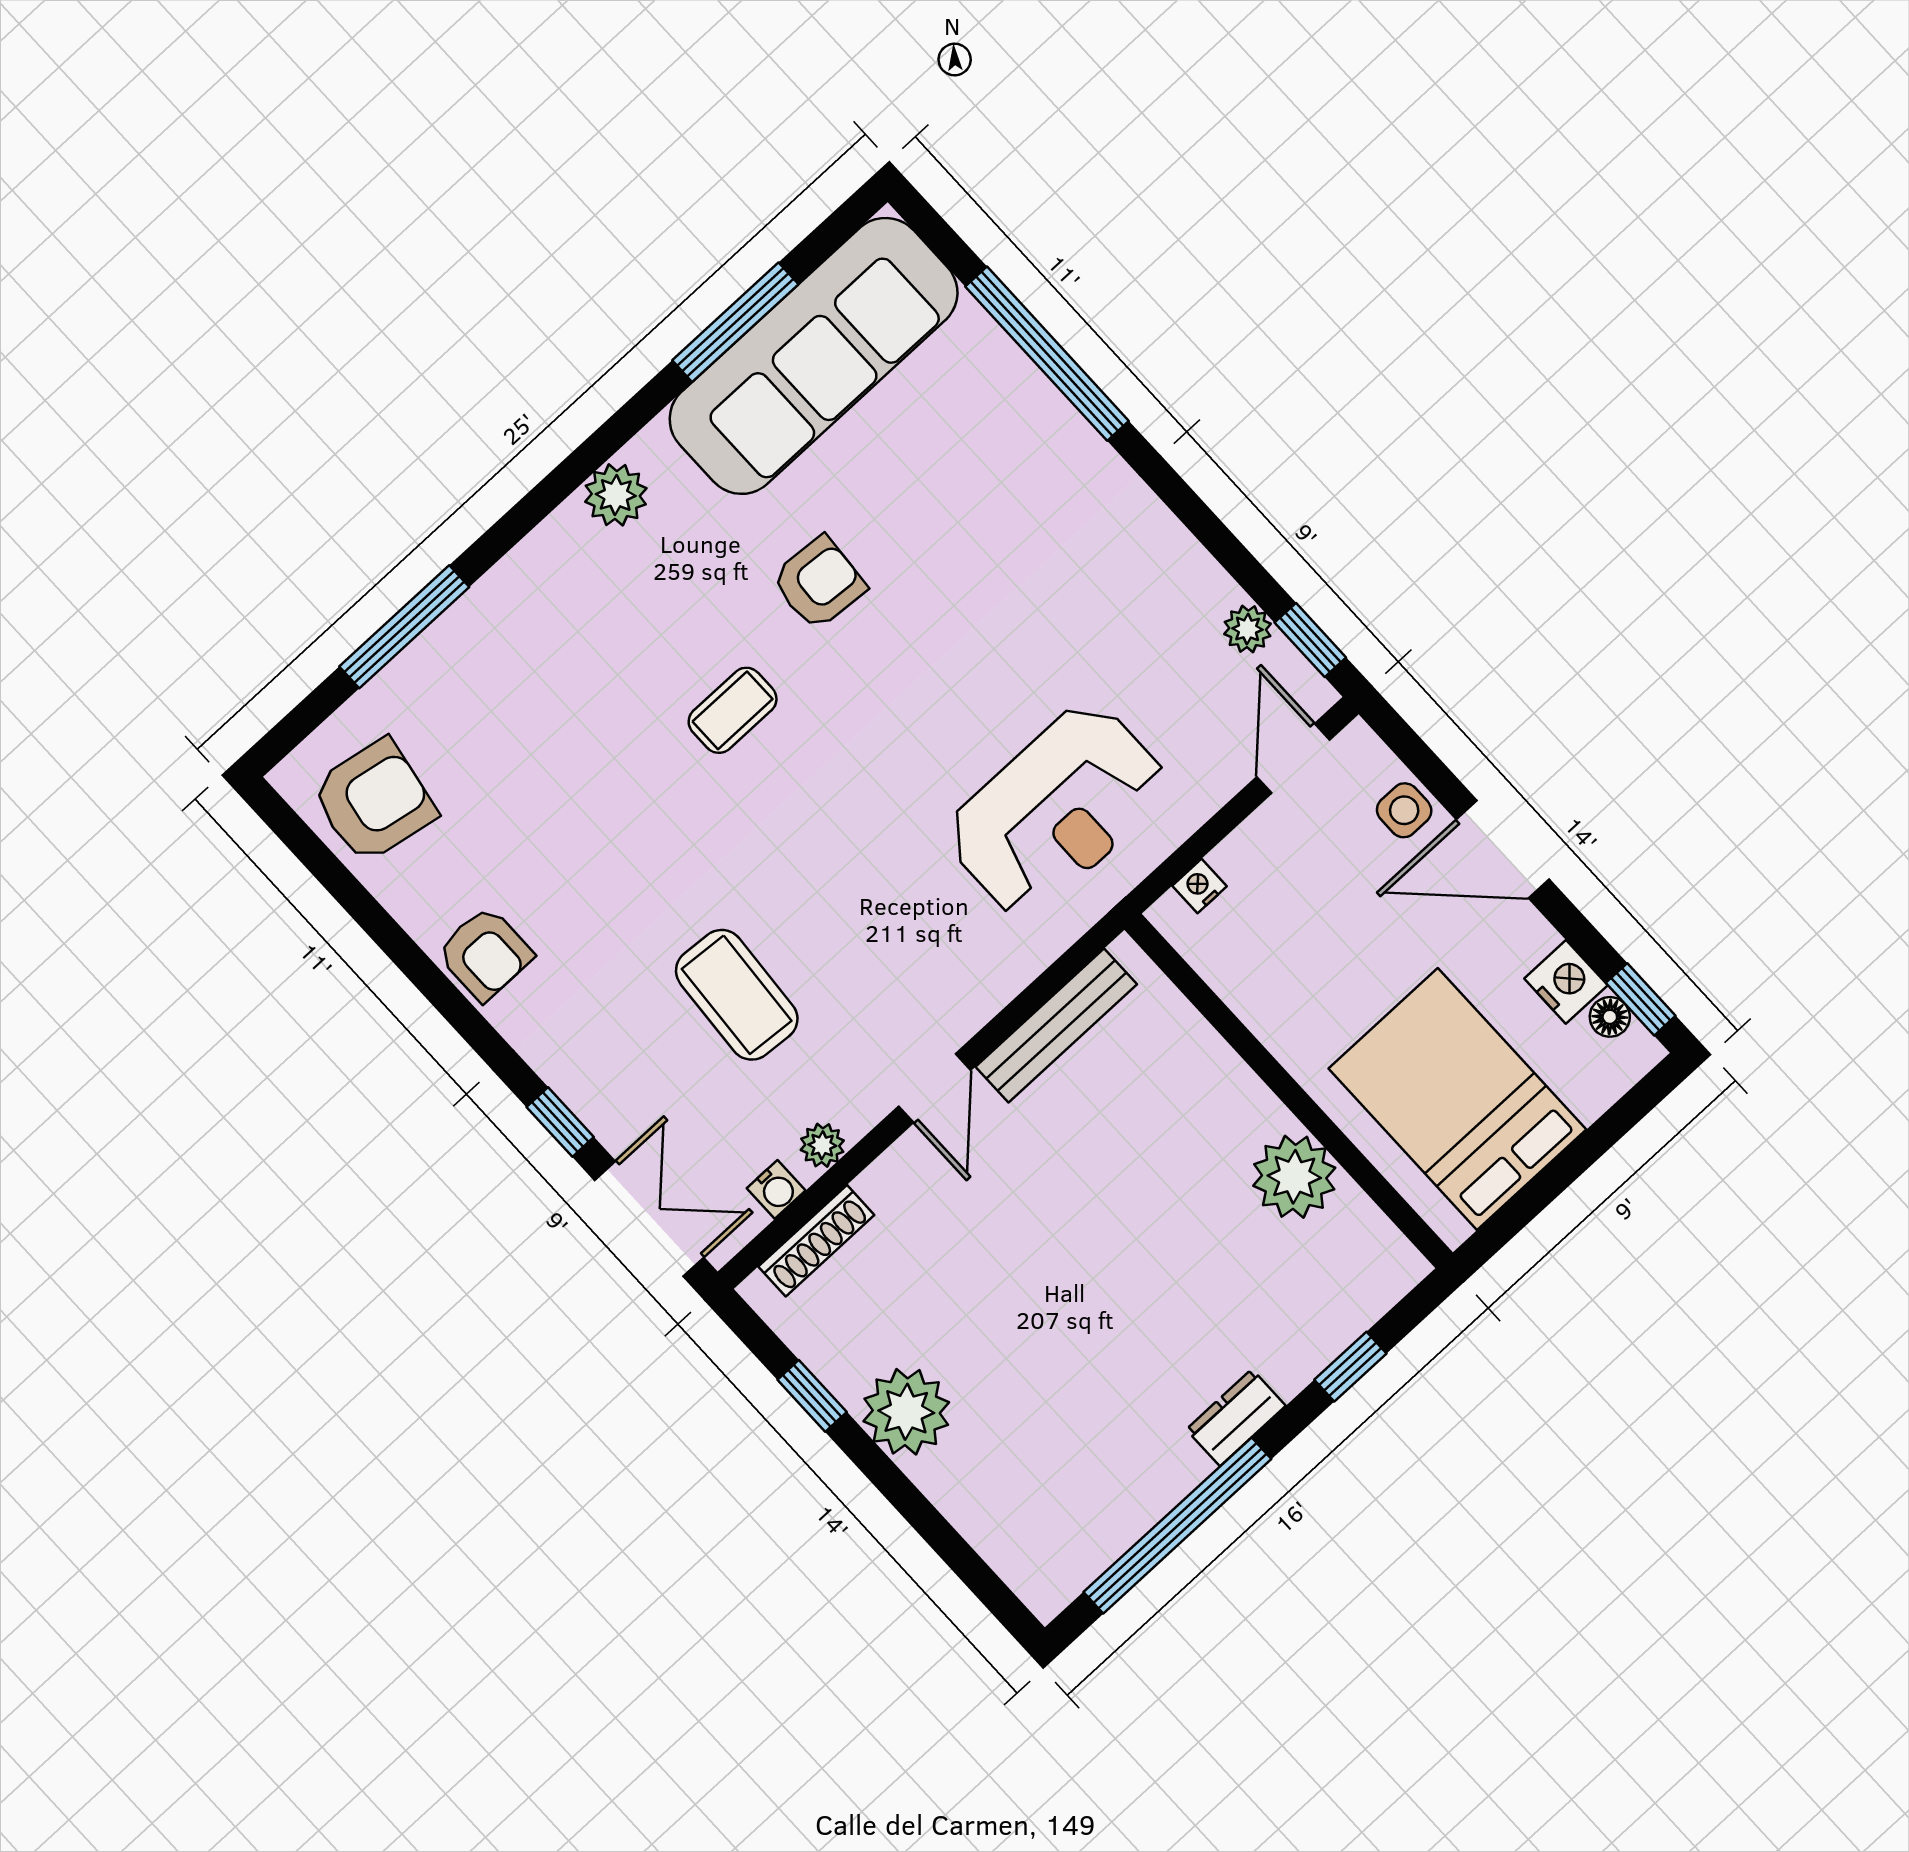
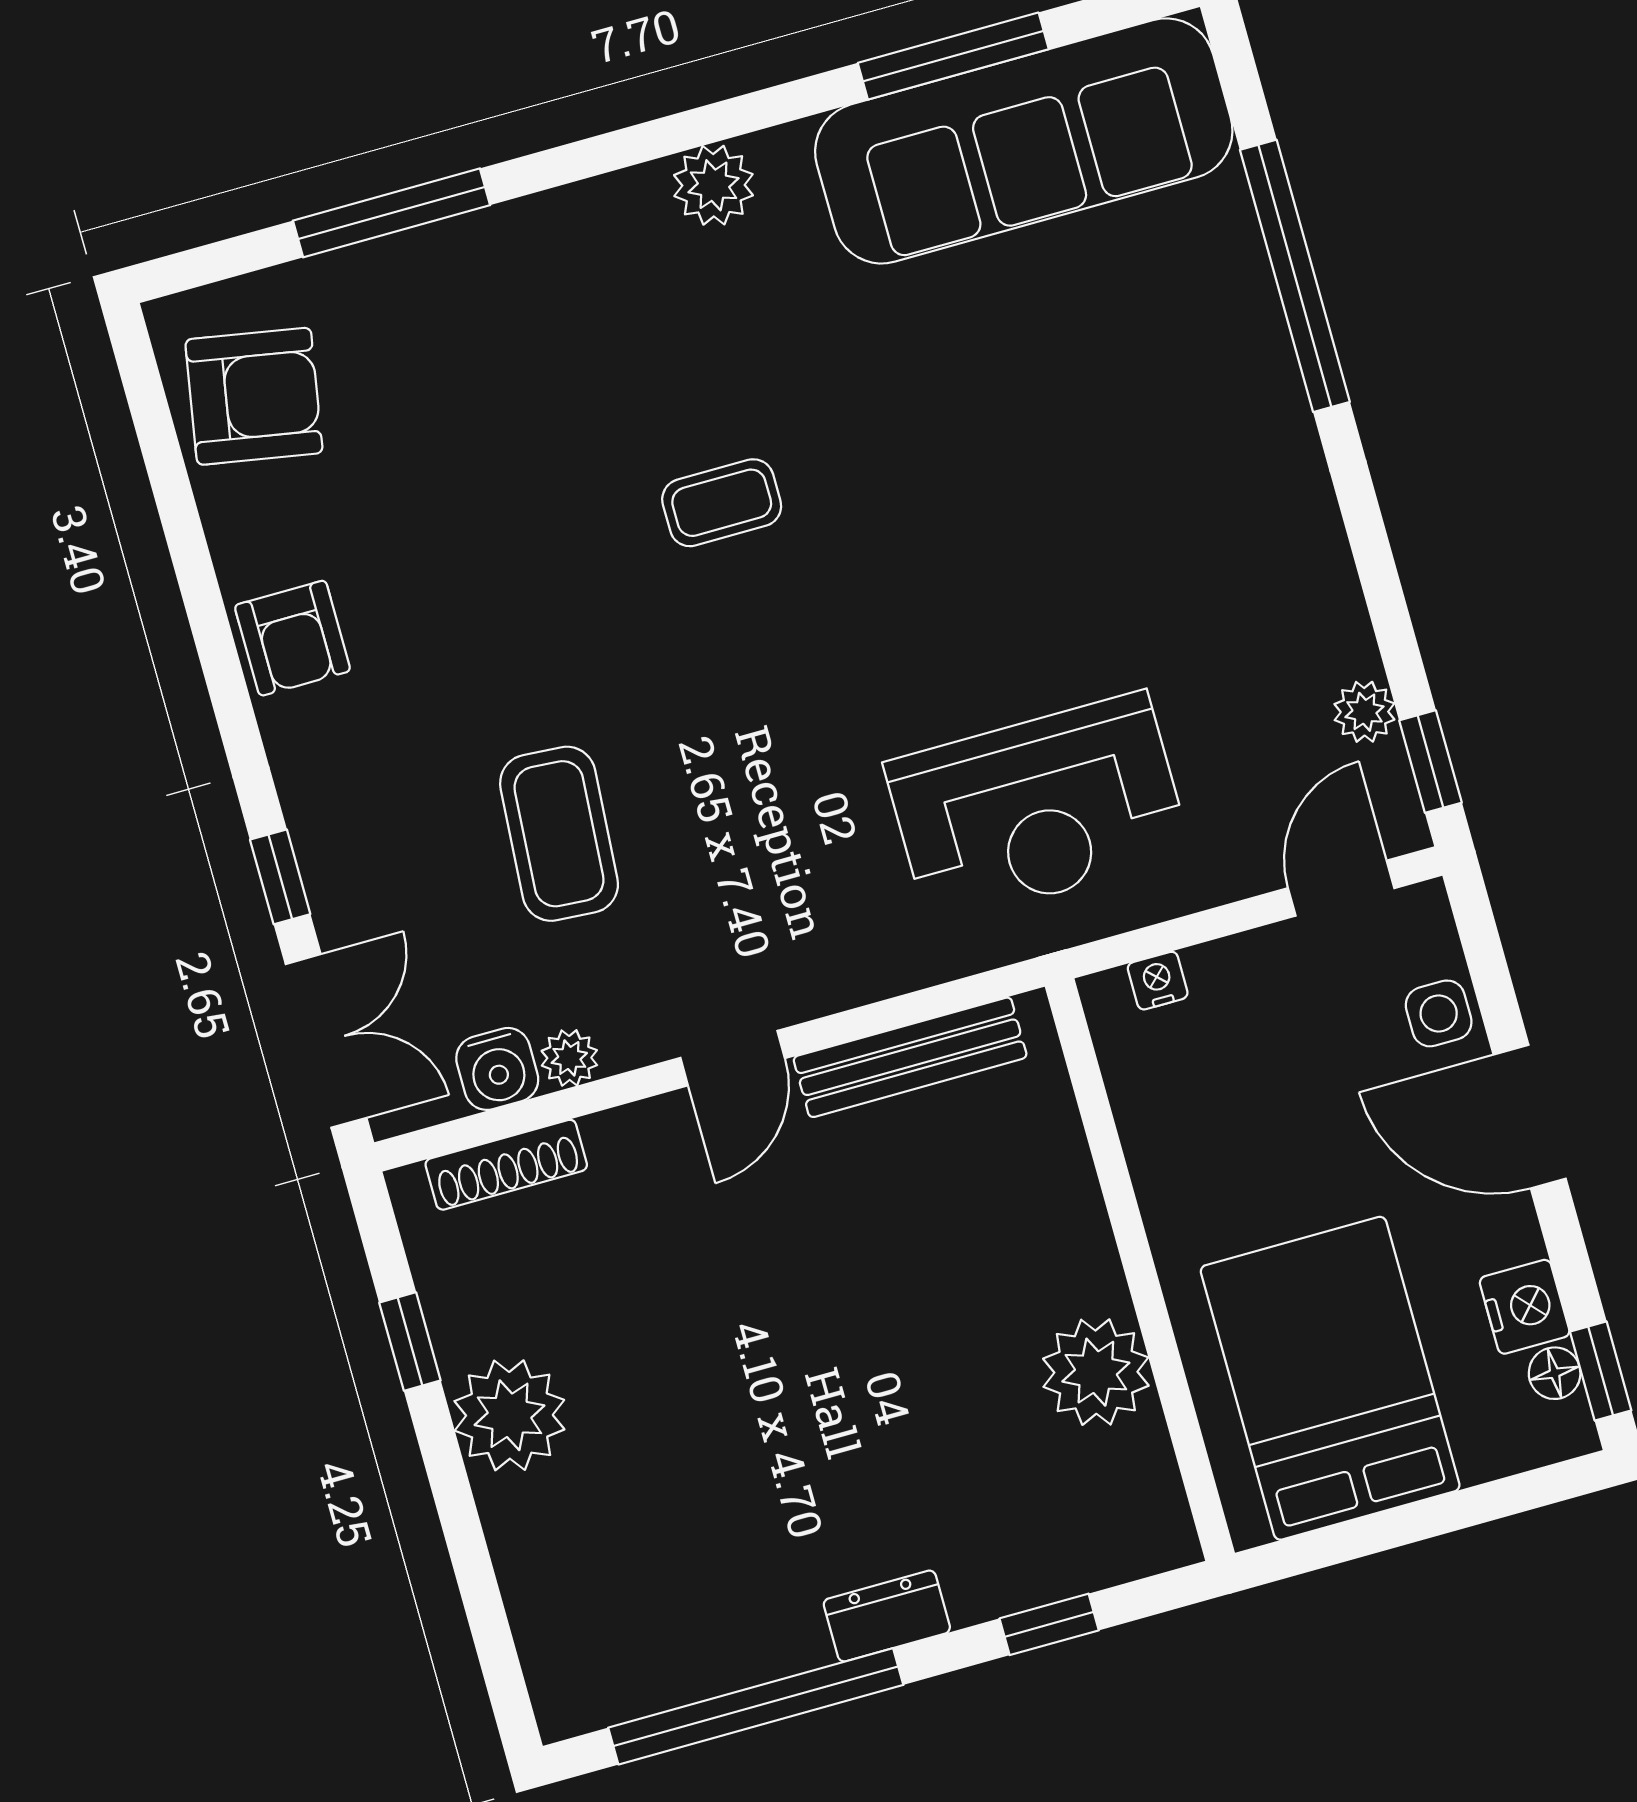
armchair: (819, 583) -> (896, 406), removed
water cooler: (776, 1189) -> (497, 1069), width x1.38, depth x1.38

